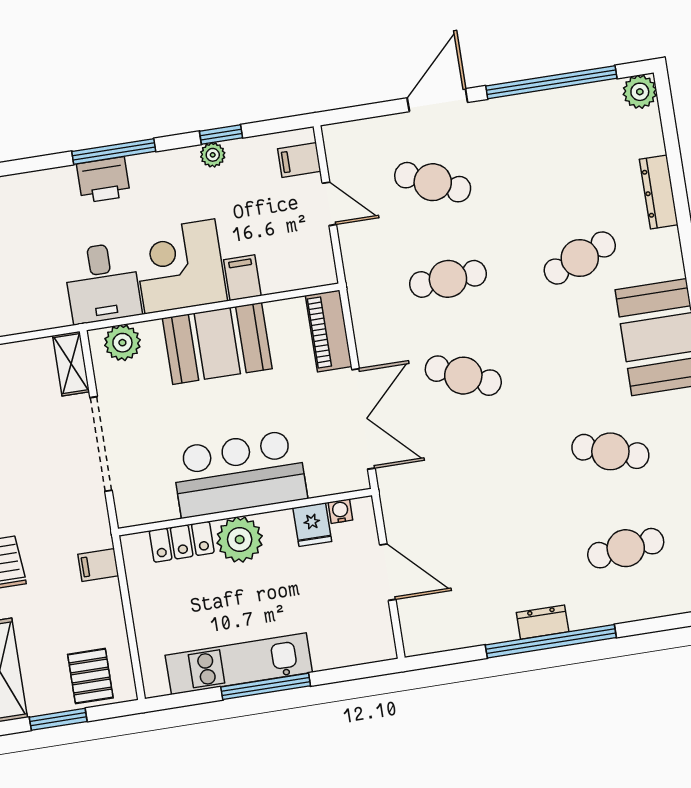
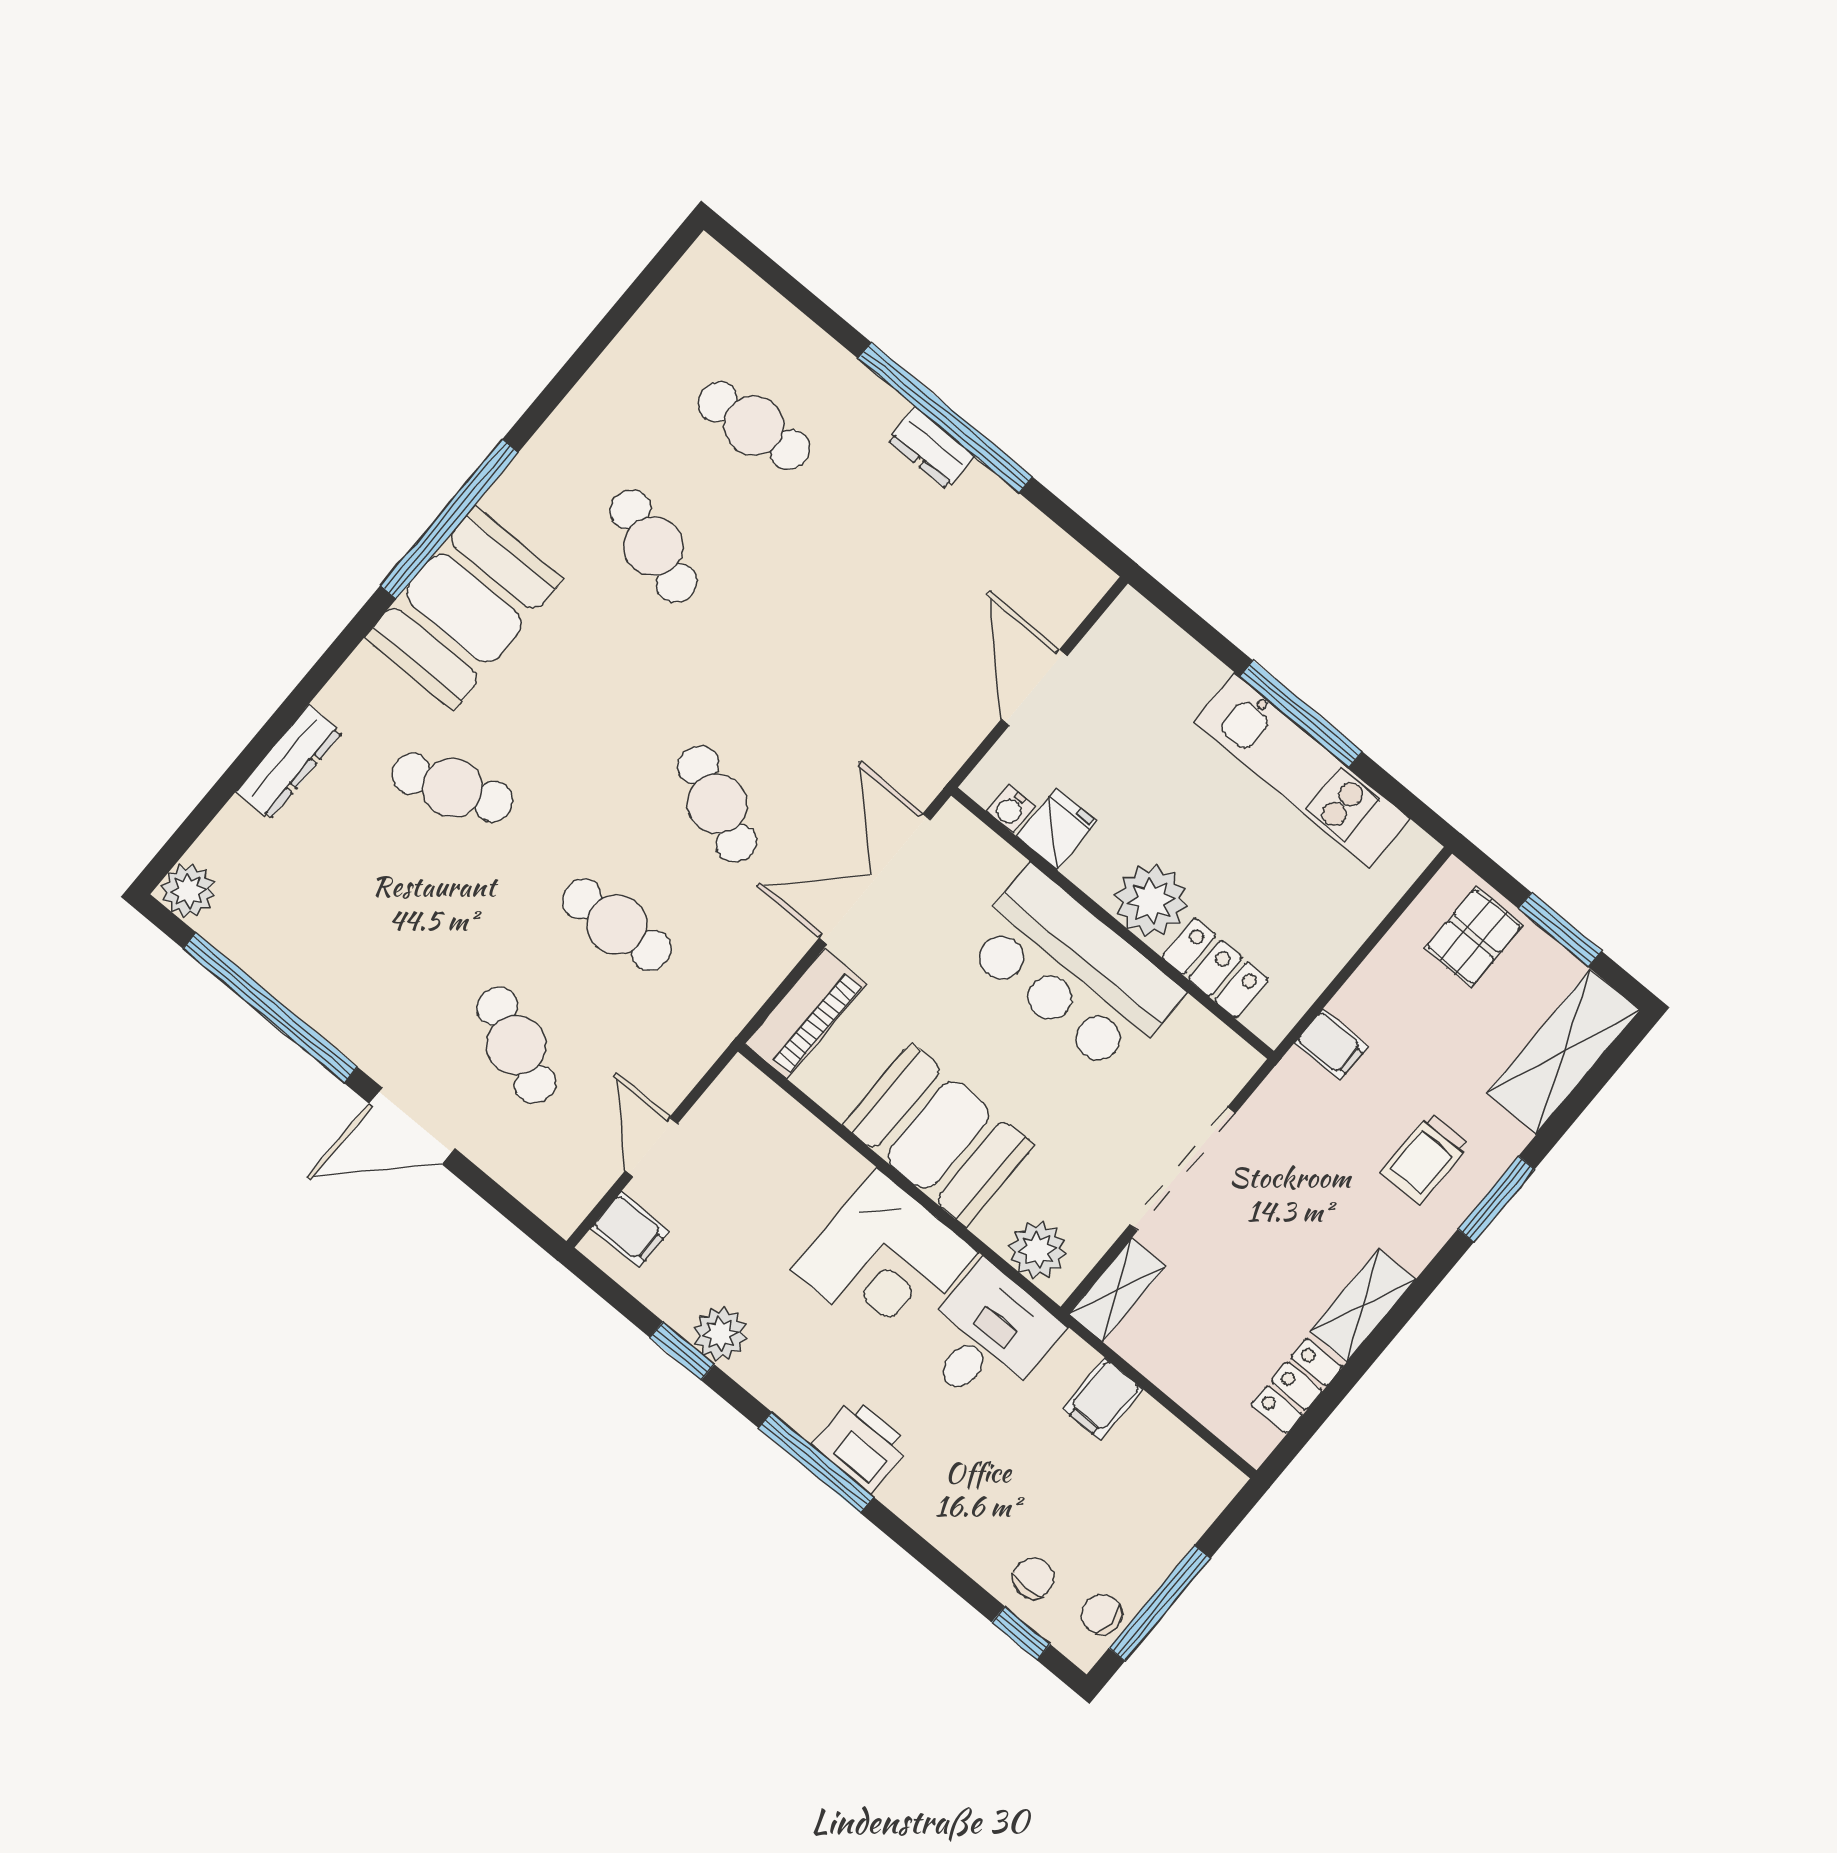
plant: (213, 155) -> (720, 1334), width x1.38, depth x1.38
filing cabinet: (242, 278) -> (1103, 1399), moved

